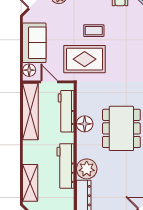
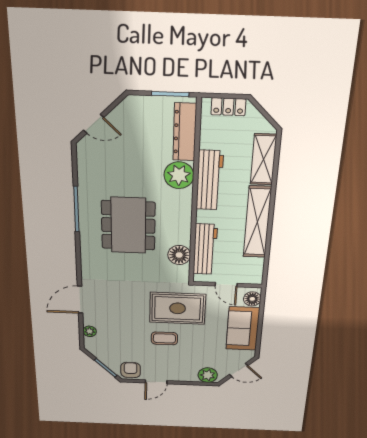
shelving: (30, 112) -> (257, 222), moved
floor lamp: (85, 124) -> (179, 255), moved

